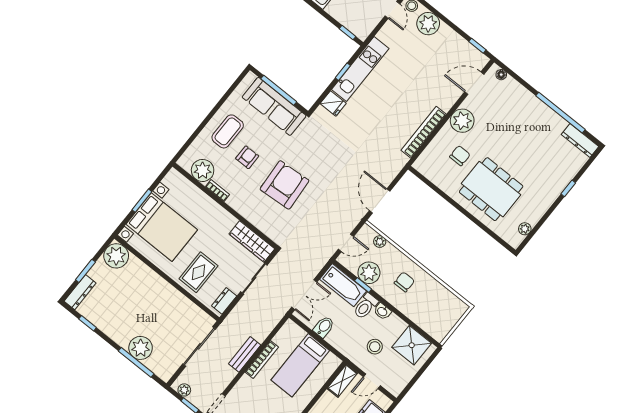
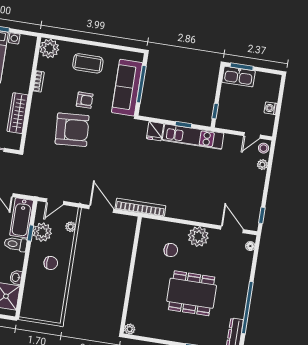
plant: (428, 24) -> (262, 165), width x0.53, depth x0.53
bookcase: (424, 132) -> (140, 207), moved
armchair: (247, 157) -> (85, 100), moved
plant: (203, 170) -> (49, 48), moved
dining table: (491, 189) -> (192, 293), moved, turned 90
door: (380, 201) -> (101, 209), hinge flipped
plant: (525, 229) -> (130, 329), moved
wardrobe: (252, 241) -> (18, 113), moved
door: (346, 243) -> (55, 202), hinge flipped
washbasin: (382, 311) -> (16, 277), moved

